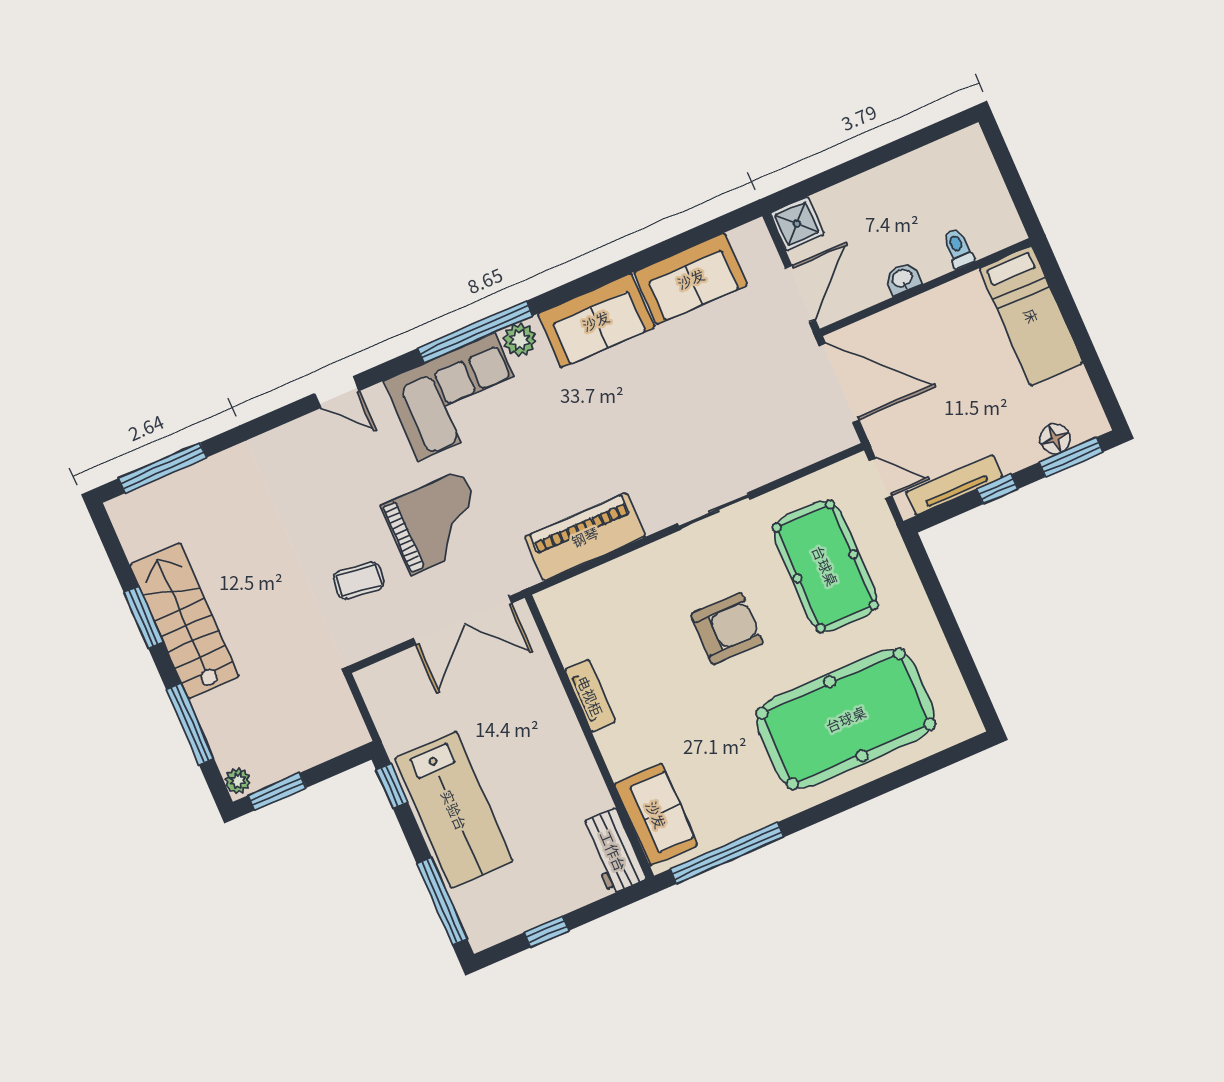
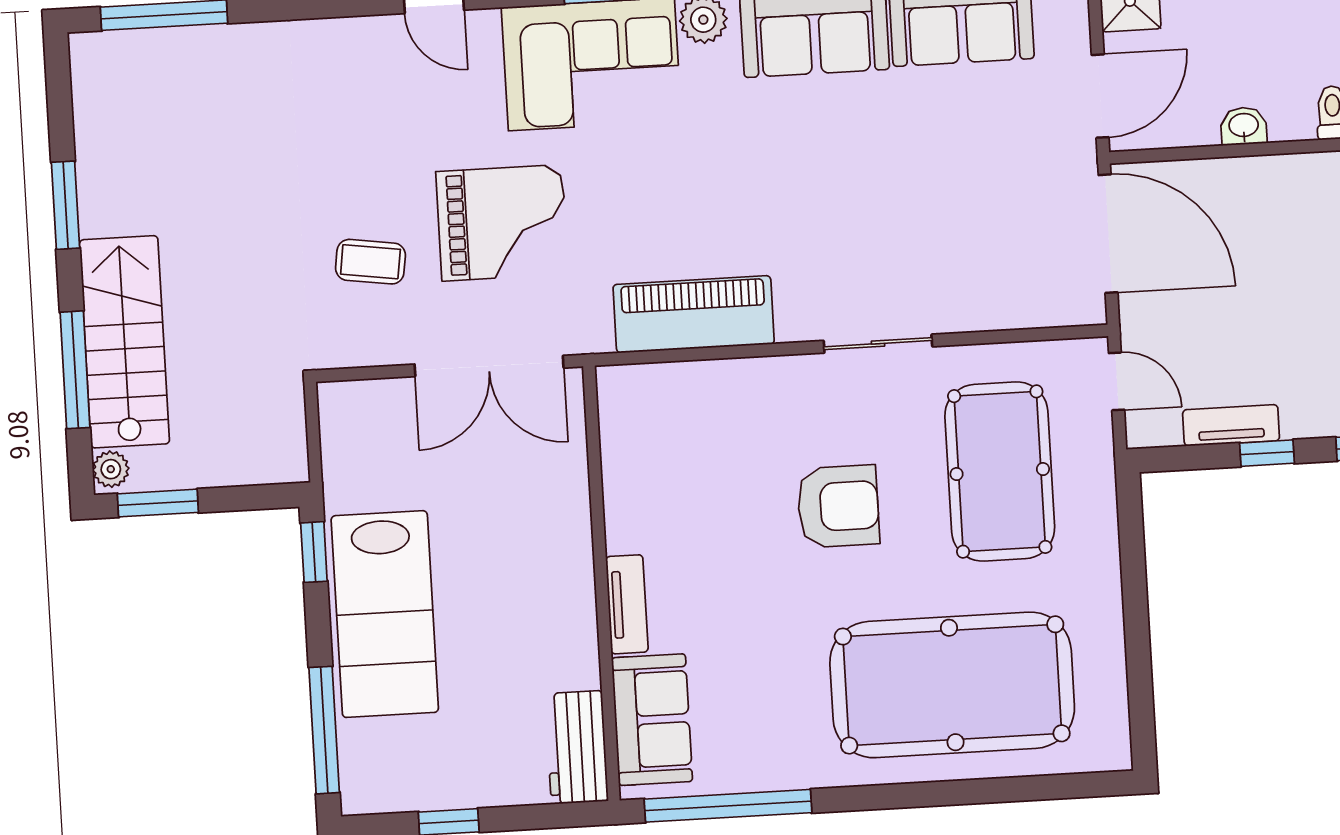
tv unit: (954, 485) -> (1231, 425), width x0.71
stairs: (184, 621) -> (124, 342), moved
tv unit: (590, 696) -> (627, 604), moved

